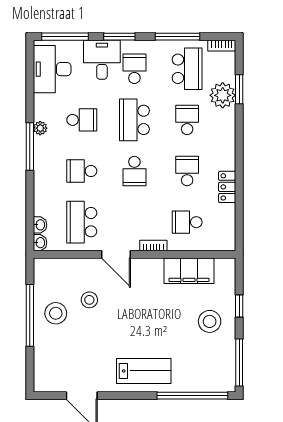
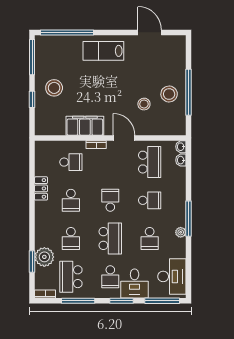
school desk: (82, 120) -> (150, 239), turned -90
filing cabinet: (189, 271) -> (85, 126), moved

